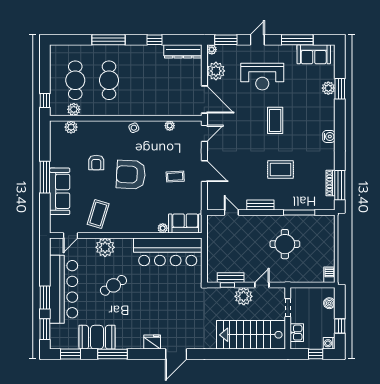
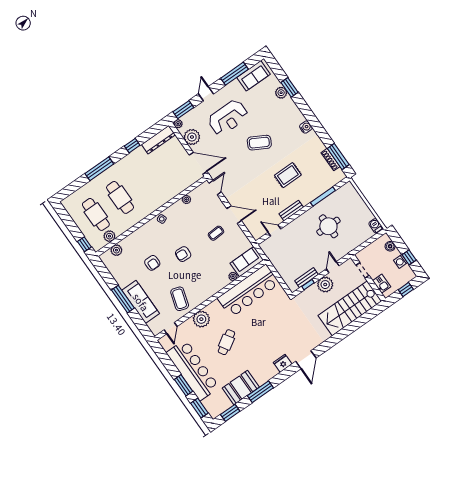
coffee table: (275, 120) -> (259, 143), turned -61
armchair: (131, 175) -> (183, 254), width x0.53, depth x0.53
washing machine: (329, 343) -> (400, 261), moved

